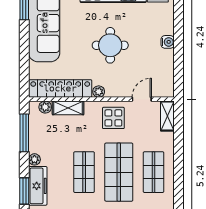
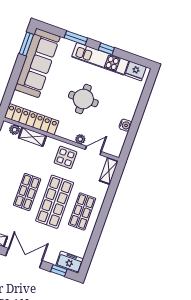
water cooler: (168, 42) -> (125, 125), moved
plant: (99, 92) -> (80, 139), moved

